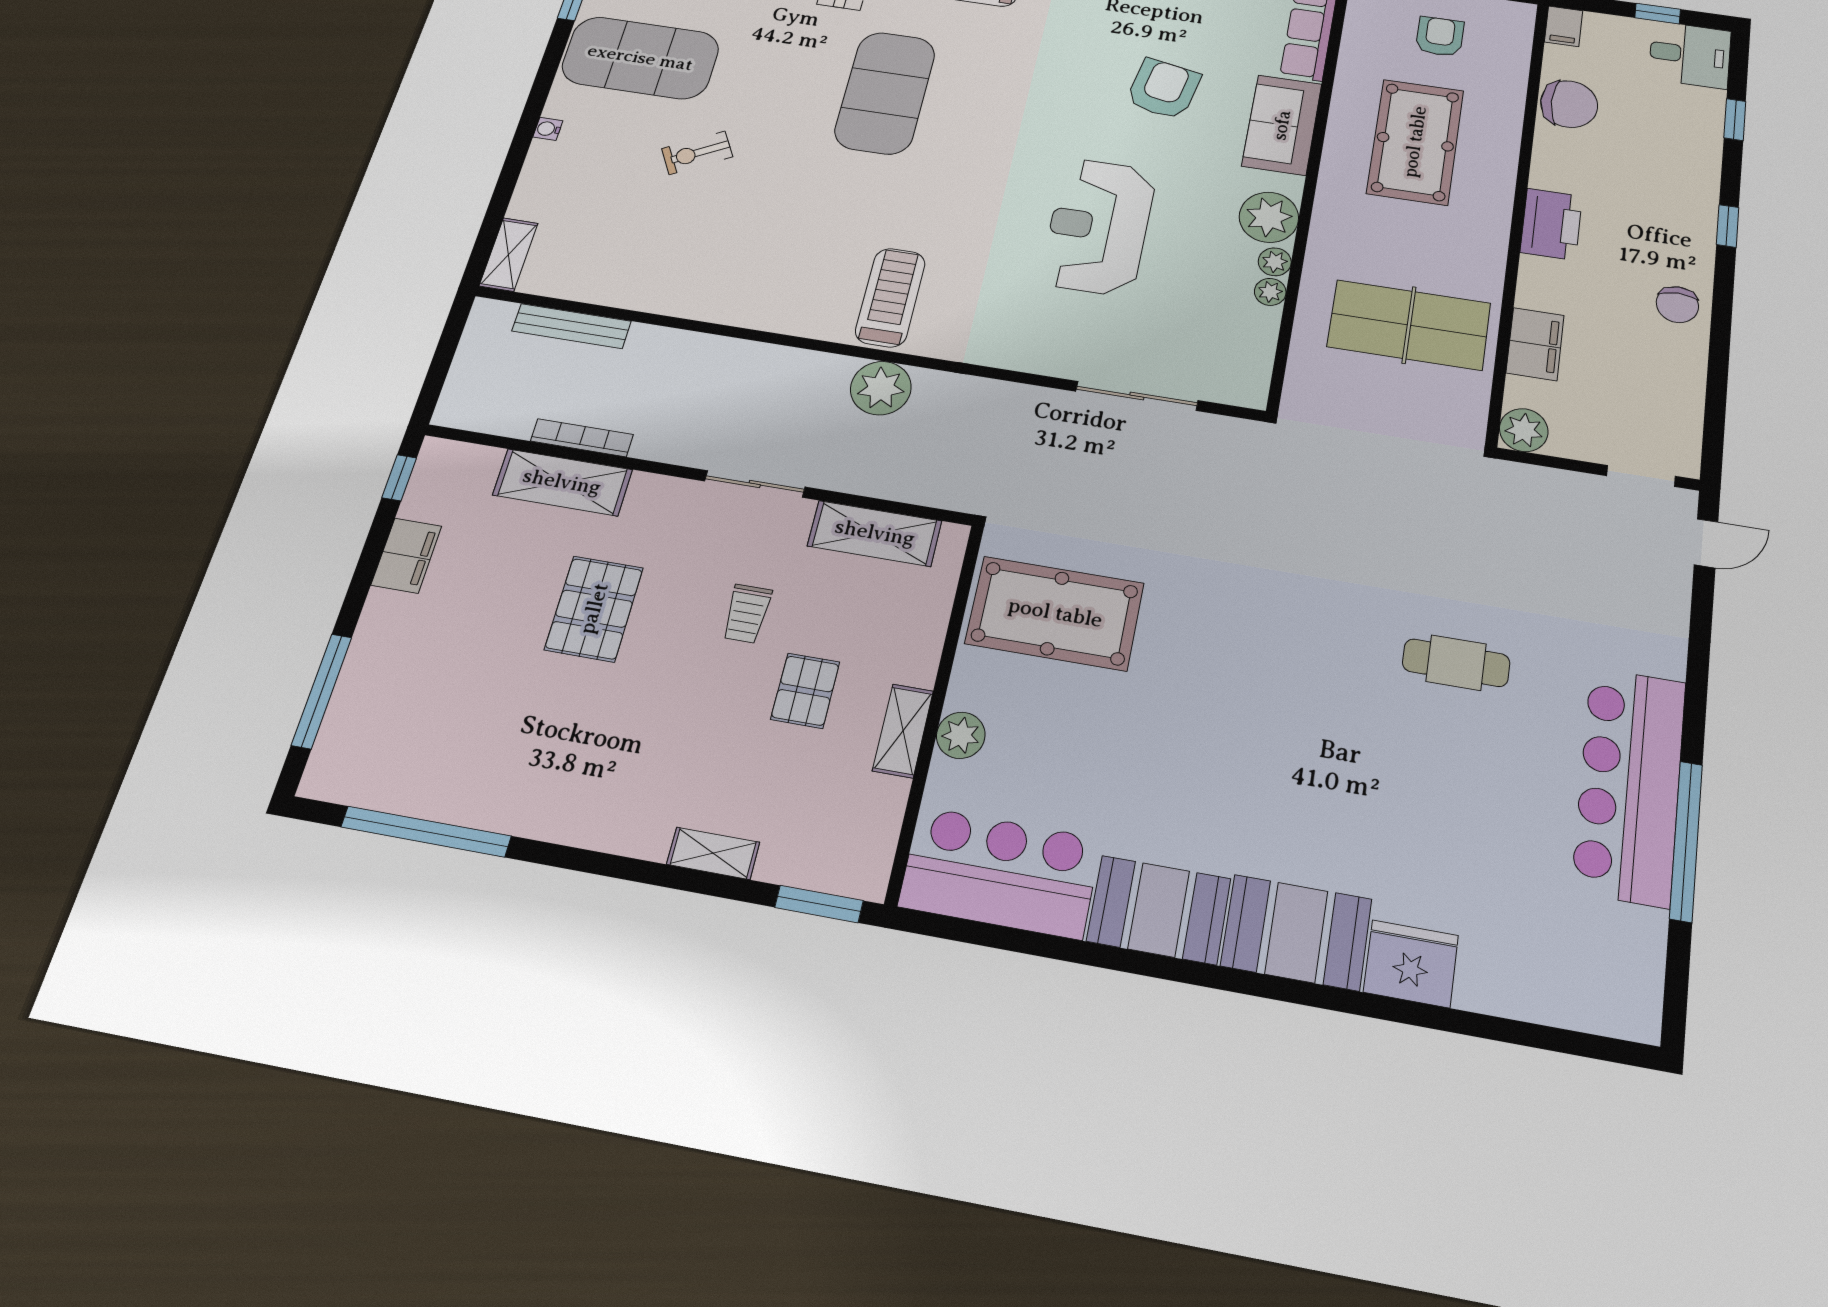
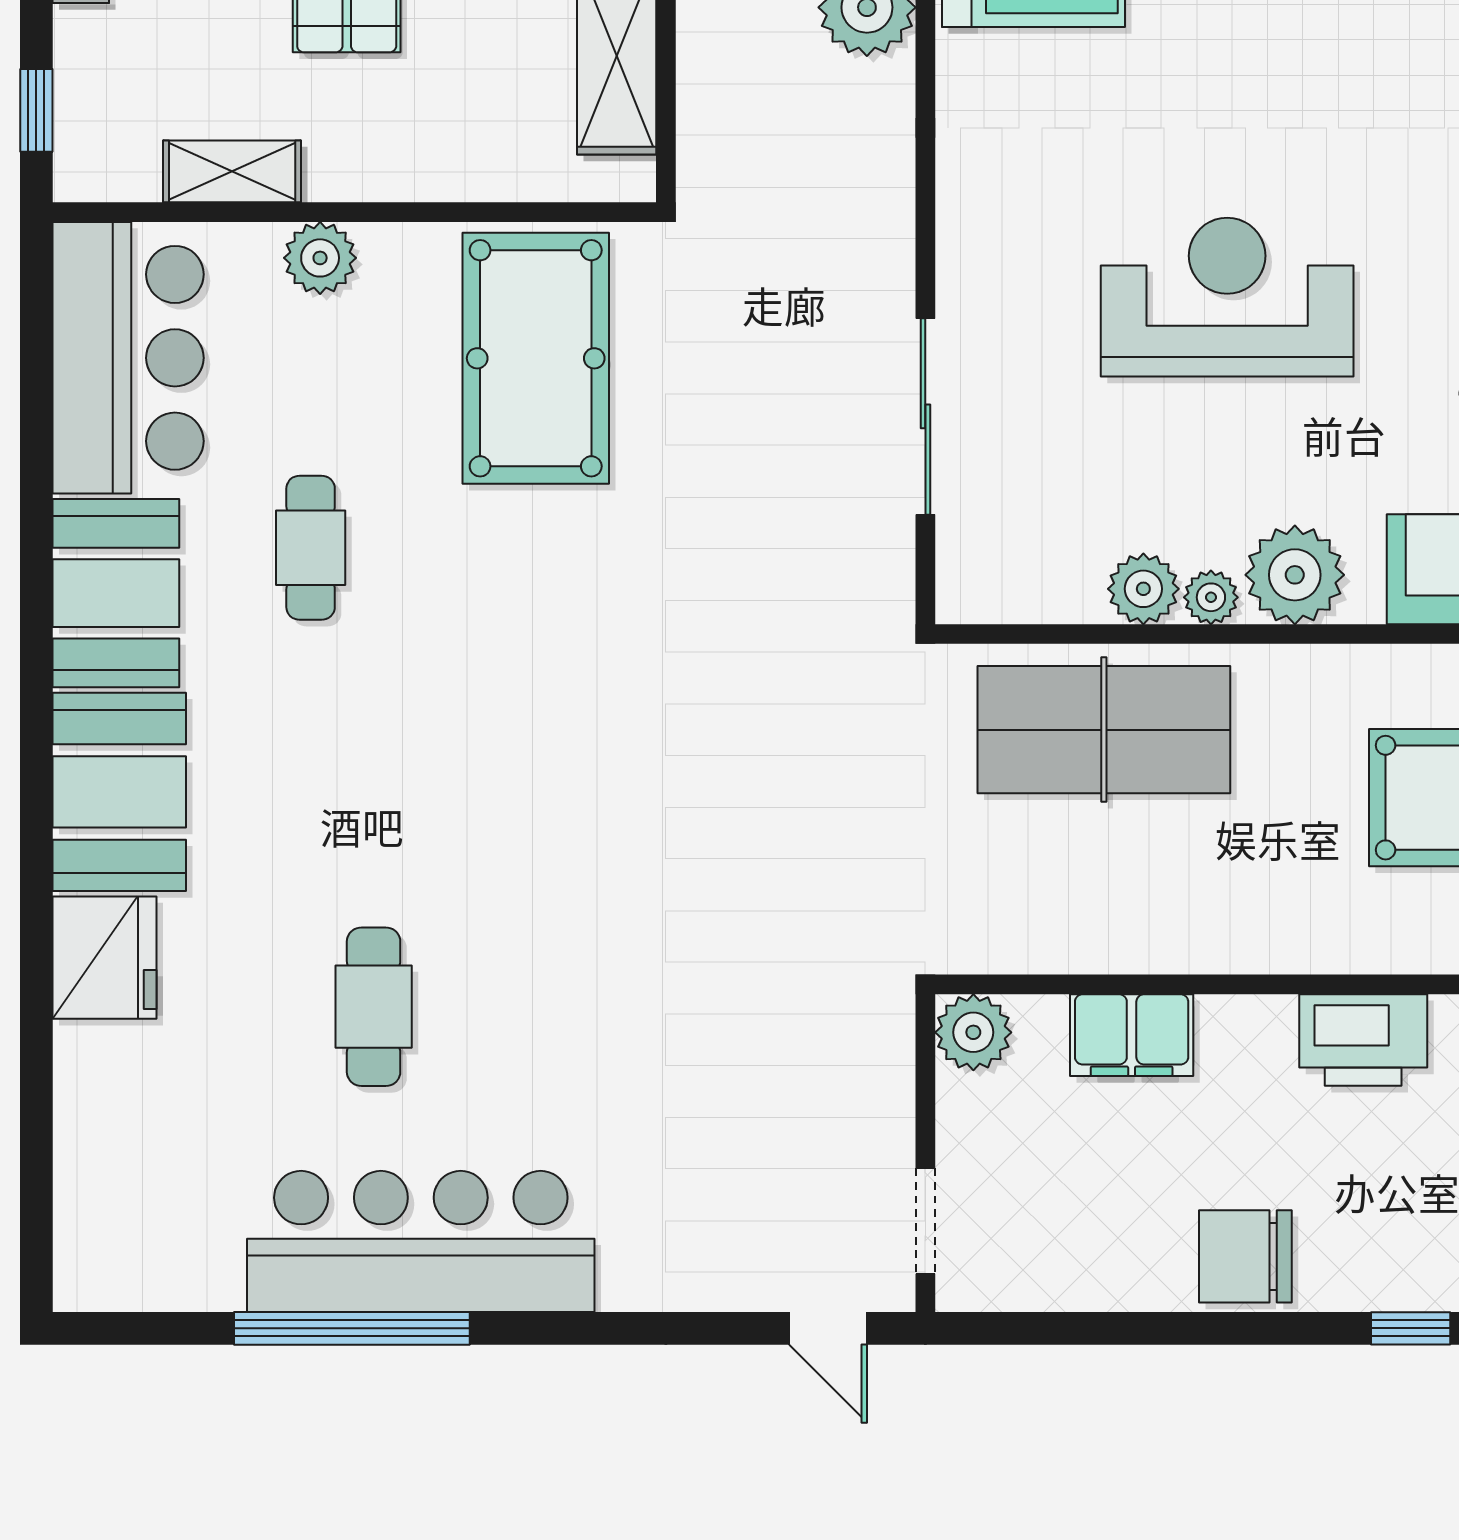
plant: (1270, 292) -> (1143, 589), width x1.38, depth x1.38
chair: (1677, 305) -> (1245, 1256), width x1.37, depth x1.37
table tennis table: (1409, 325) -> (1104, 730), moved, turned 90
cafe table: (1456, 663) -> (374, 1007), moved
shelving: (903, 731) -> (232, 171), moved
cafe table: (1151, 775) -> (311, 548), added
window: (819, 904) -> (36, 110), width x0.67

